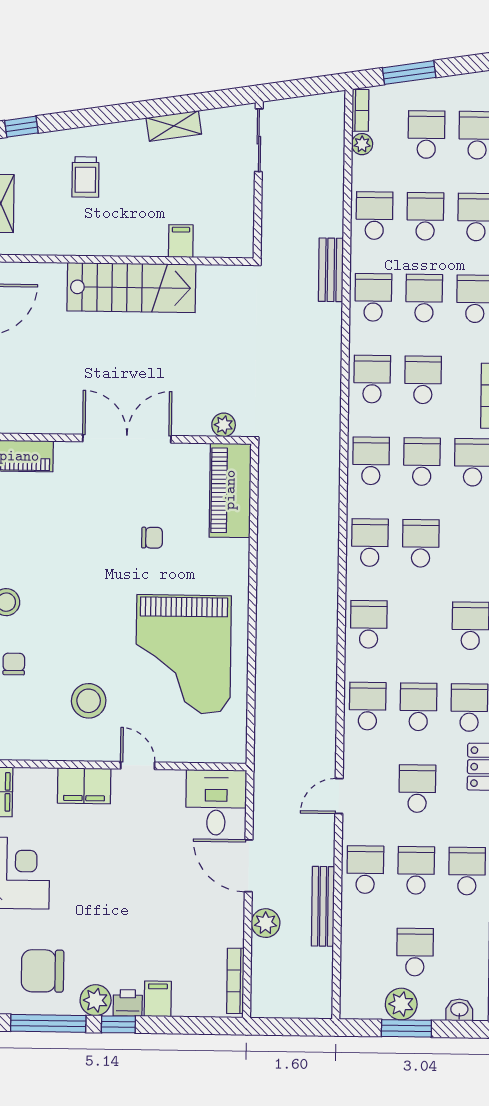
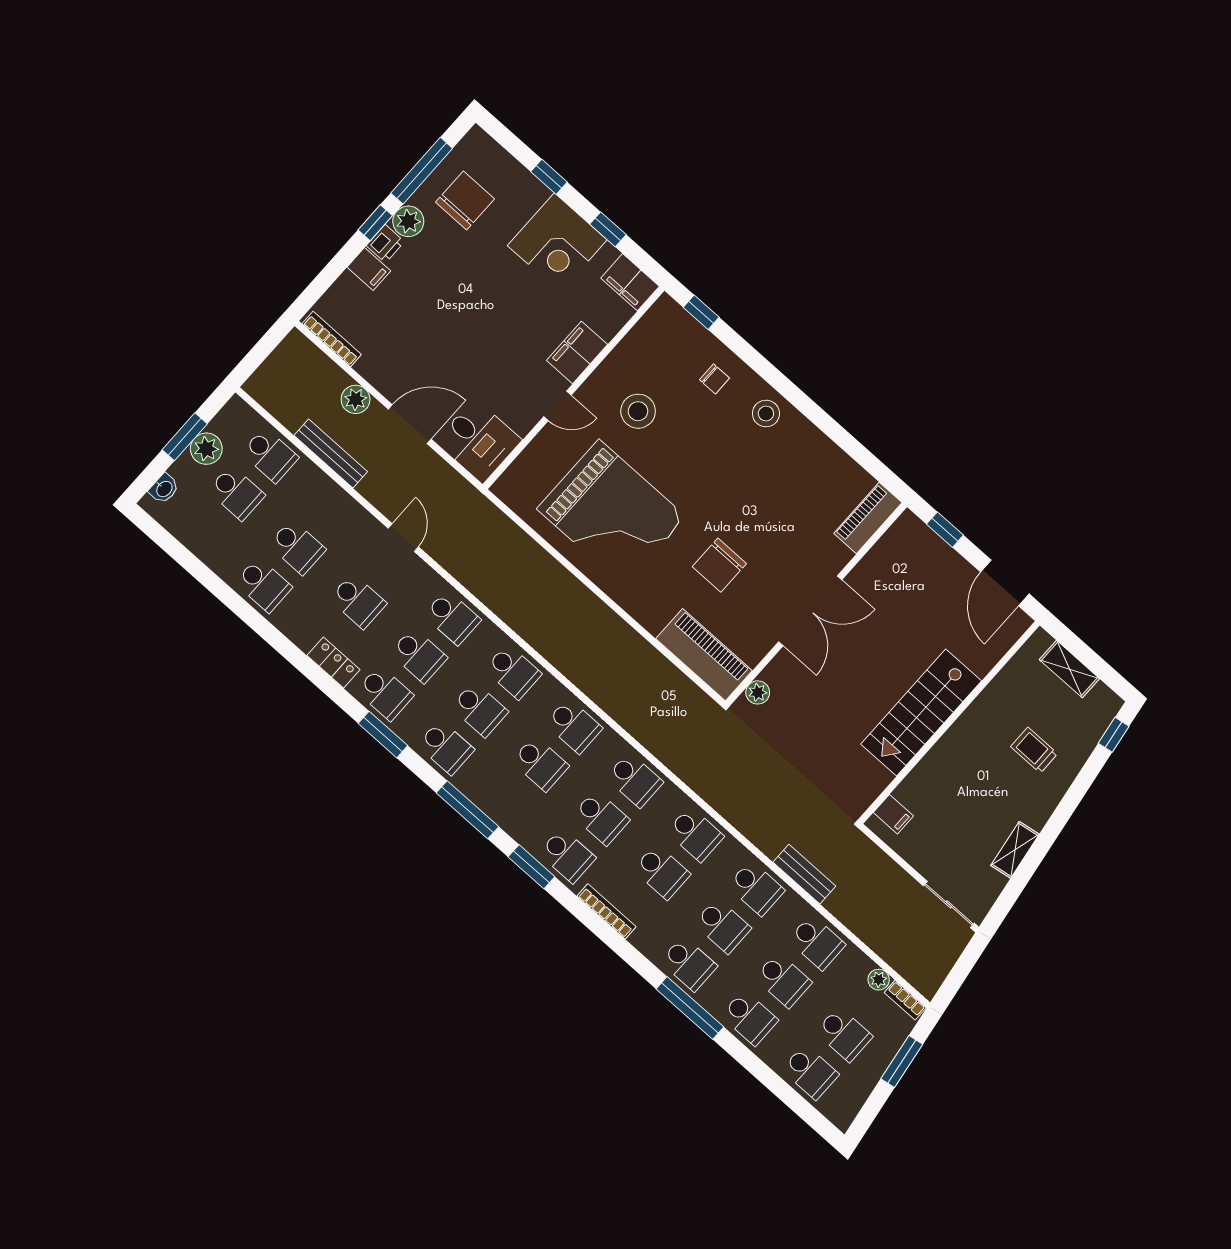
filing cabinet: (181, 241) -> (893, 814), moved
chair: (152, 538) -> (719, 565), width x1.87, depth x1.87
school desk: (420, 625) -> (479, 709), added
grand piano: (183, 654) -> (611, 513), turned 180
school desk: (365, 870) -> (270, 455), moved

